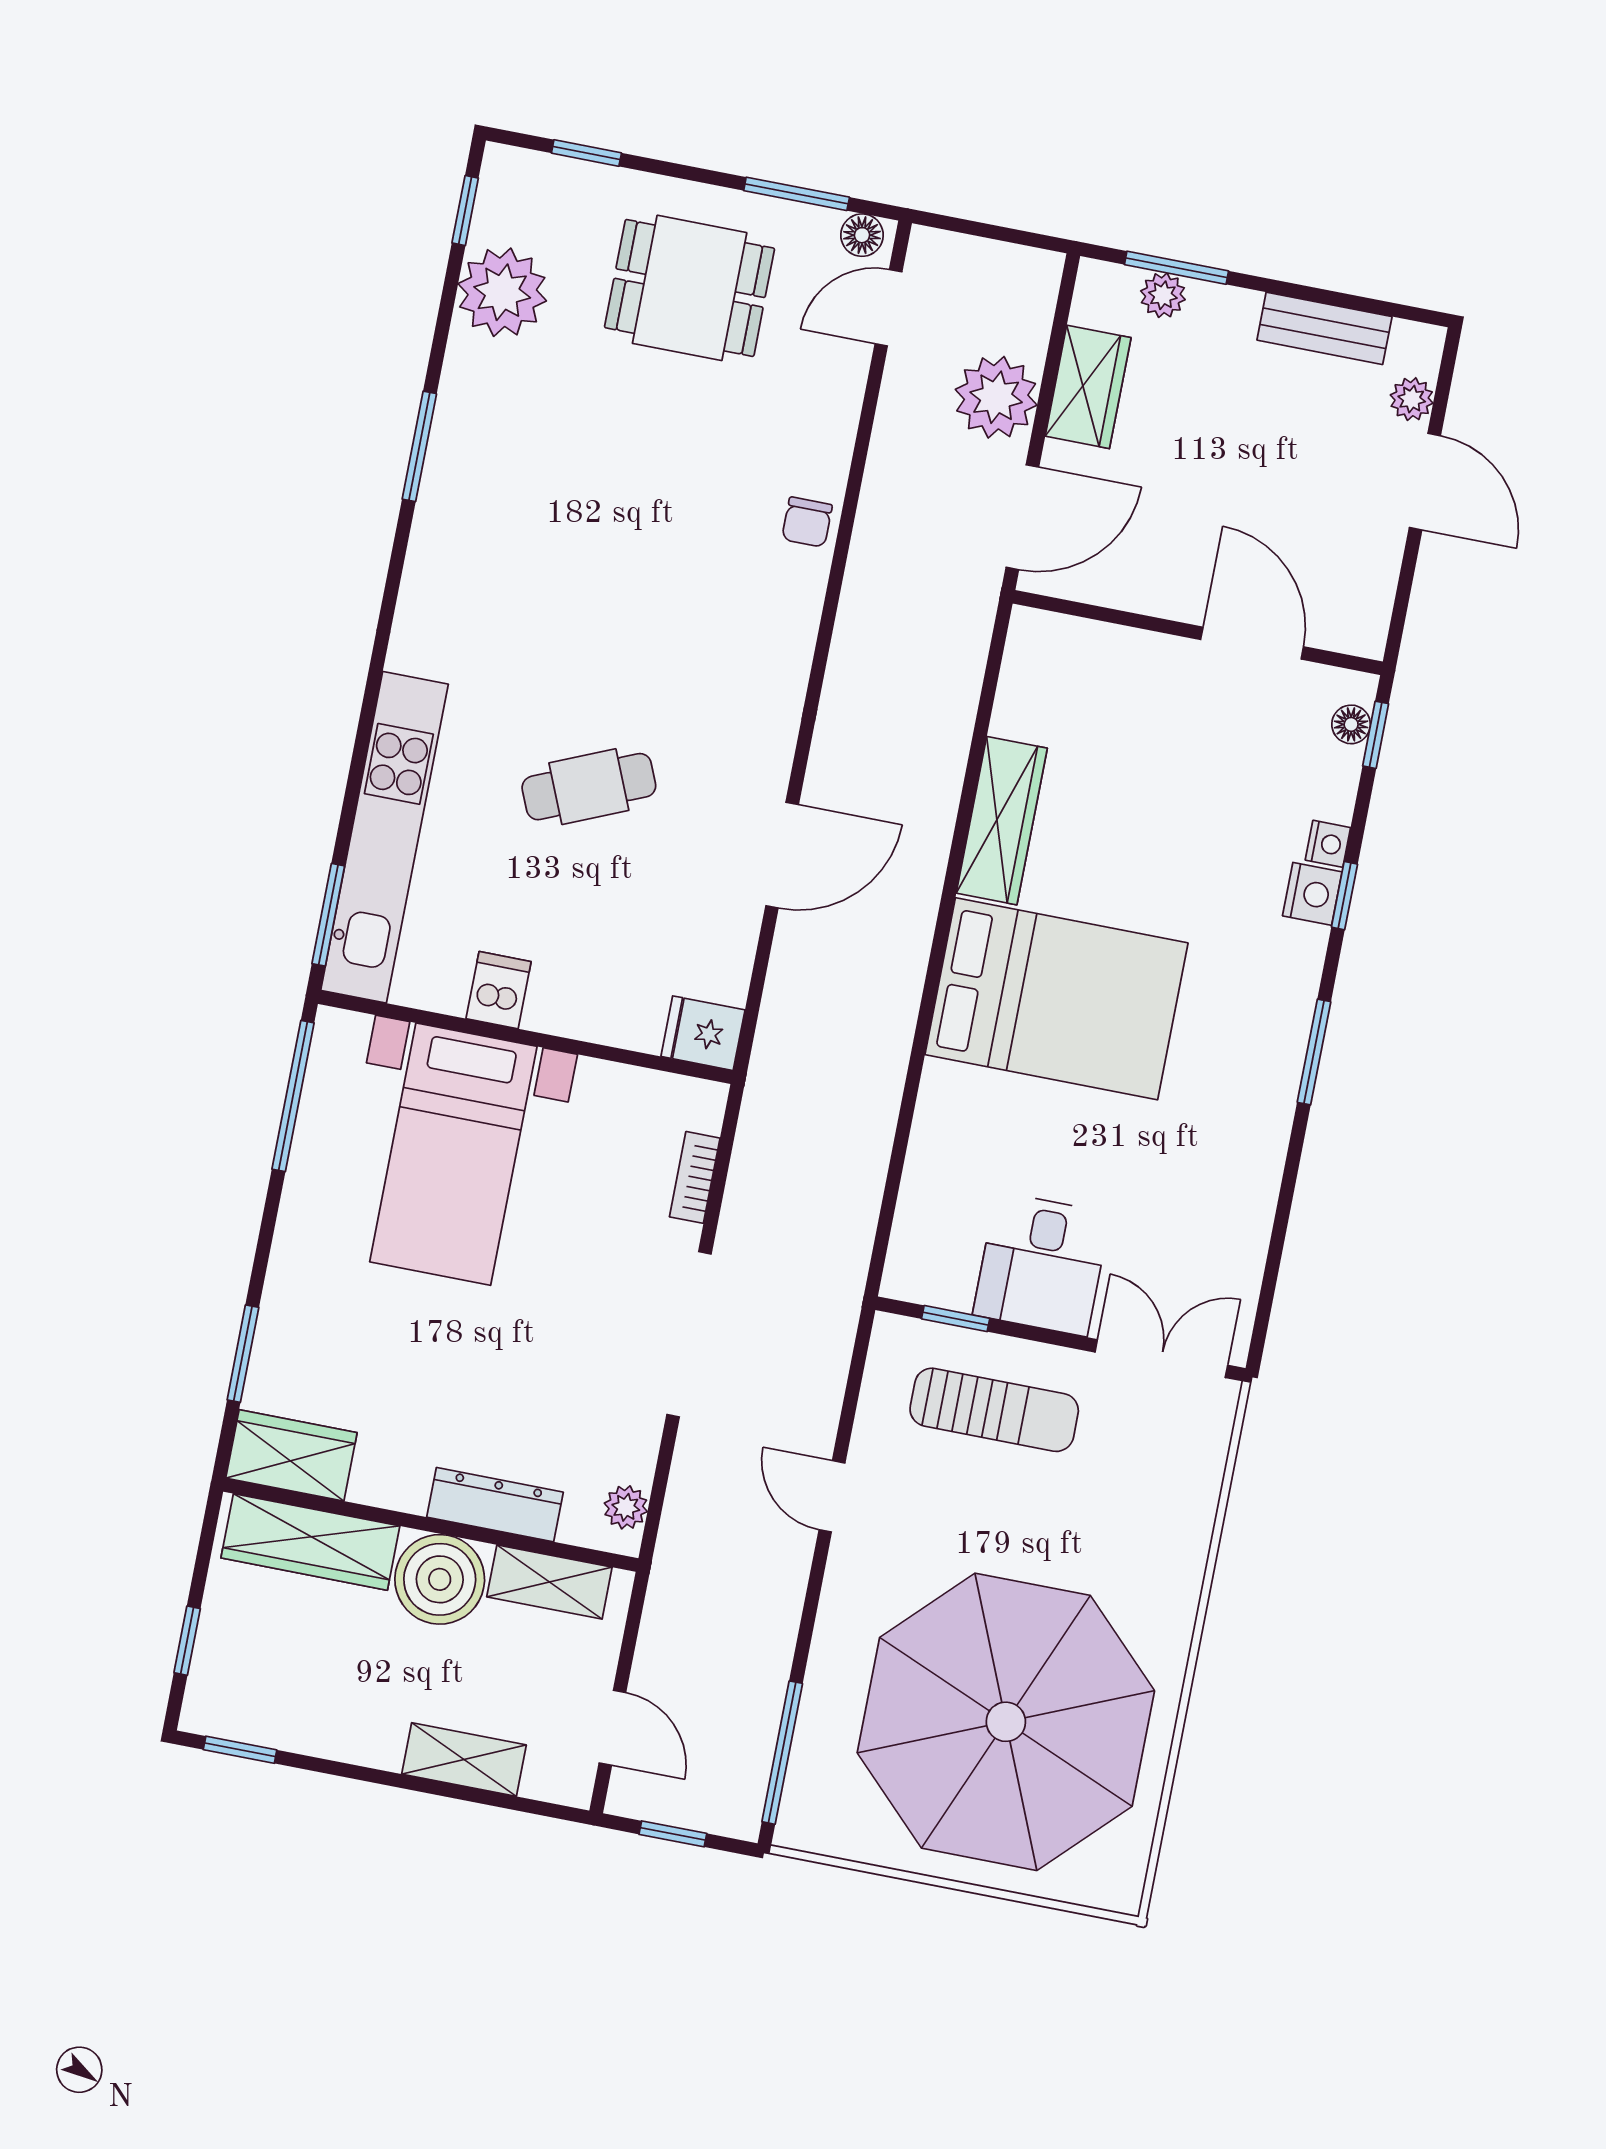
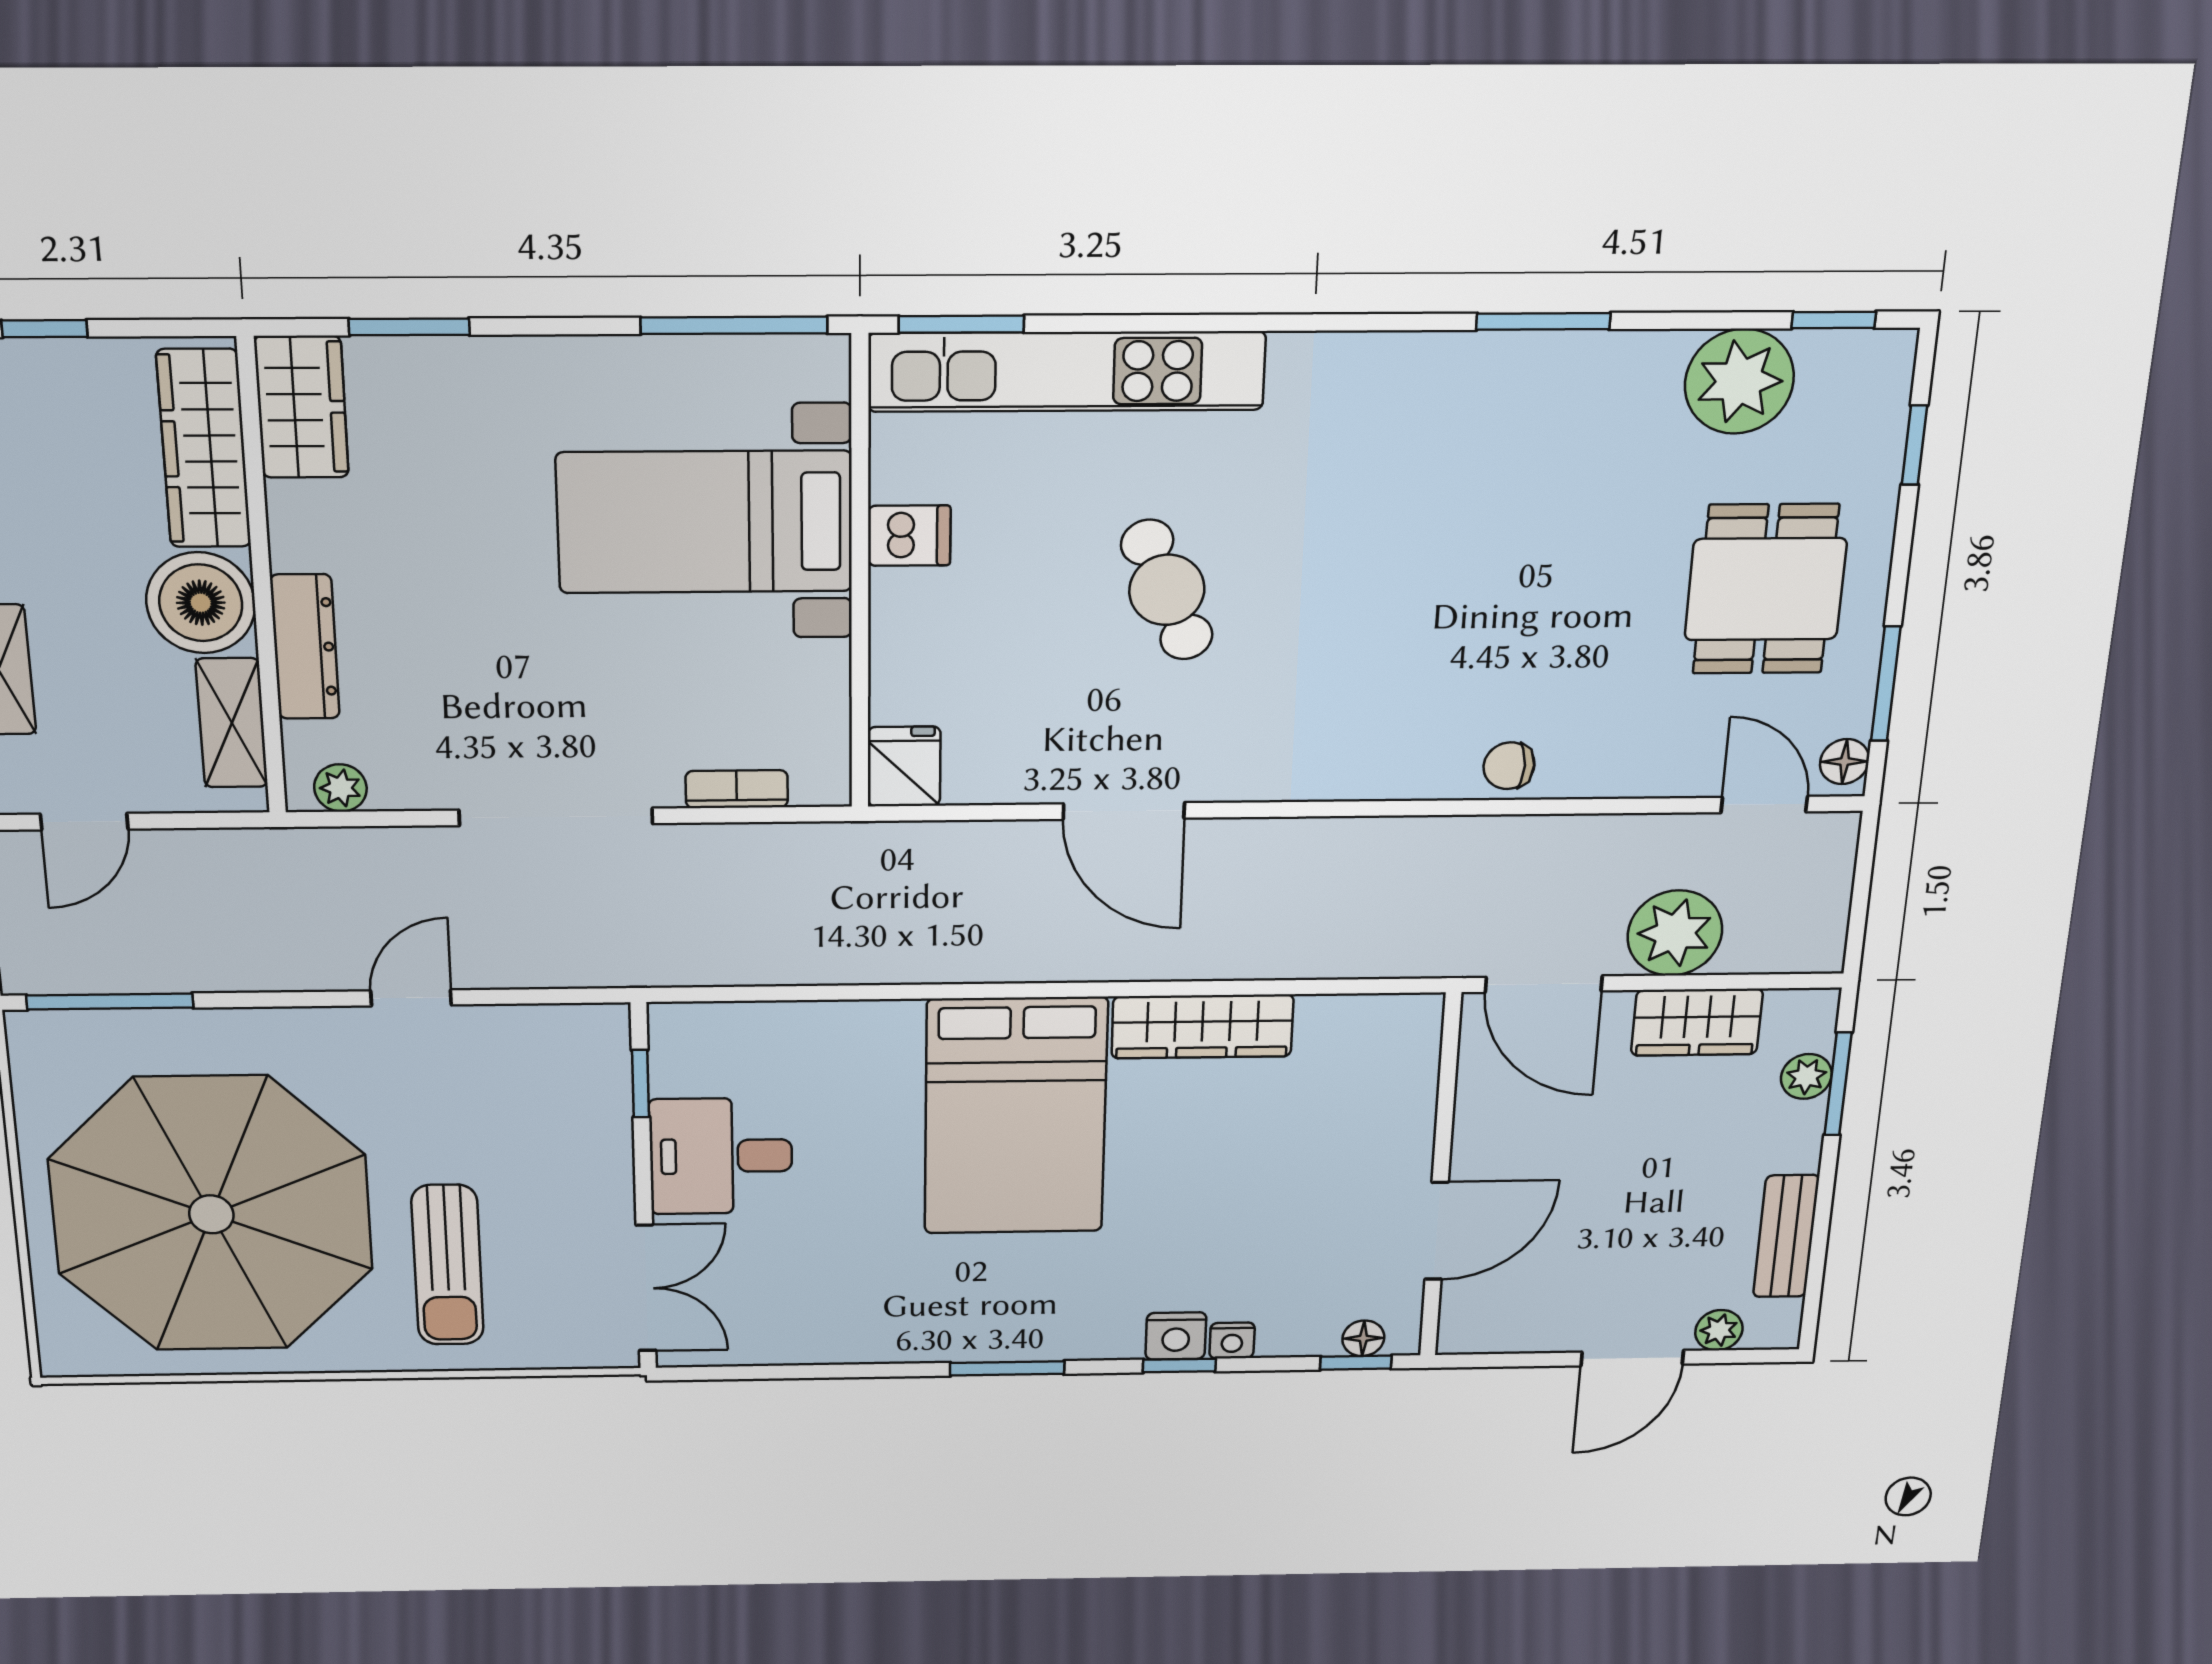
sun lounger: (994, 1410) -> (448, 1265), moved

